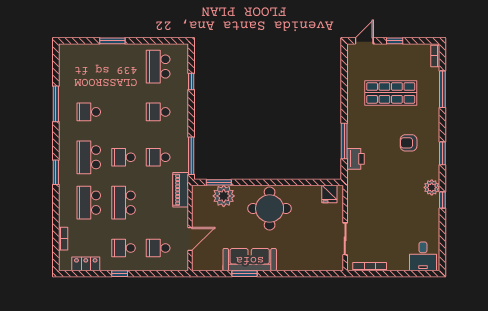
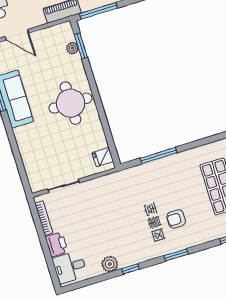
armchair: (409, 143) -> (176, 219), turned -90
printer: (355, 159) -> (57, 244), moved, turned -90
plant: (432, 187) -> (110, 264), moved
plant: (224, 196) -> (72, 48), width x0.53, depth x0.53

